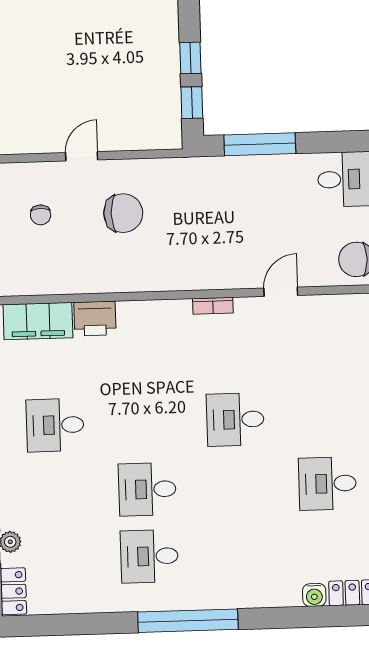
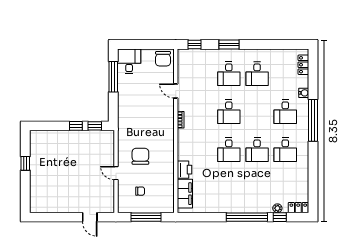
window: (260, 144) -> (113, 77), moved
desk: (325, 417) -> (229, 74), added
desk: (55, 425) -> (229, 150), moved
desk: (239, 553) -> (285, 112), added
water cooler: (314, 595) -> (304, 93), moved
window: (188, 621) -> (313, 120), moved

